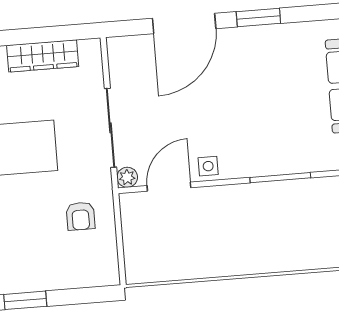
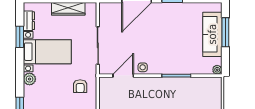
plant: (127, 177) -> (104, 70), removed

